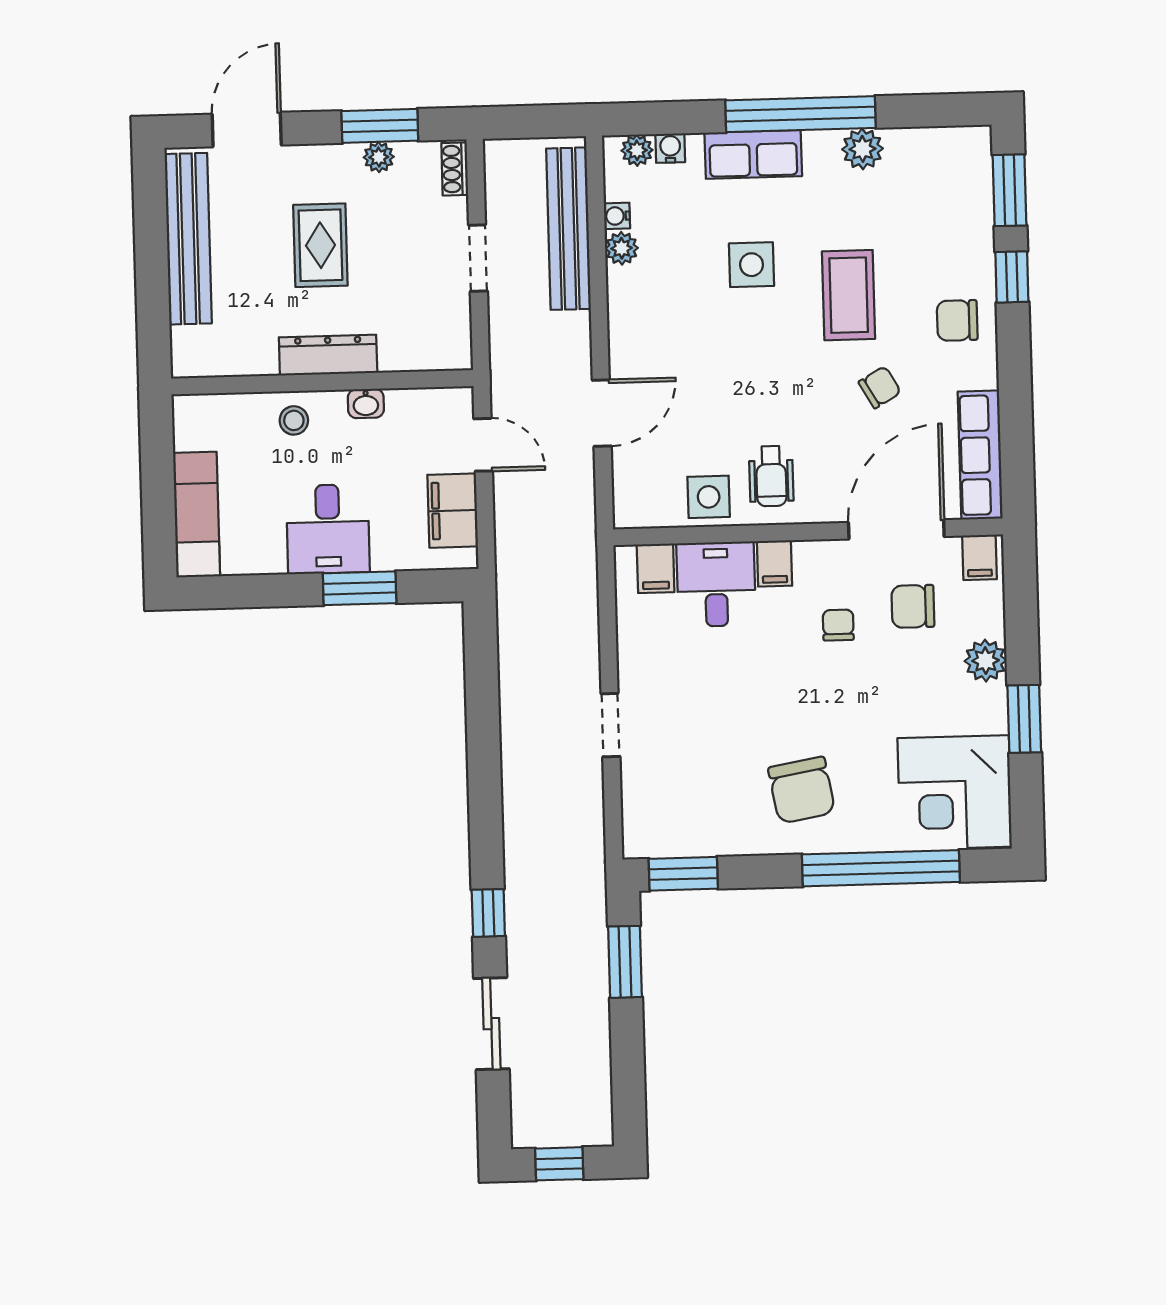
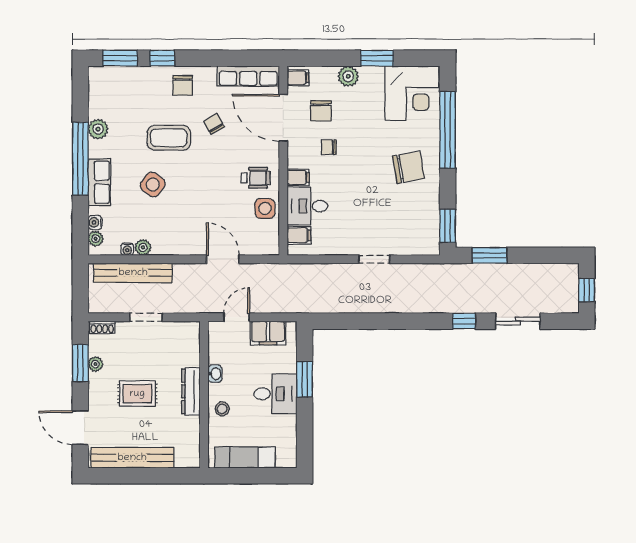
side table: (752, 265) -> (153, 184), turned 37
exam couch: (196, 515) -> (245, 457), moved

